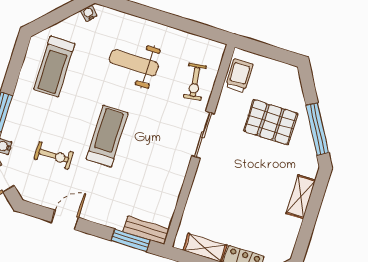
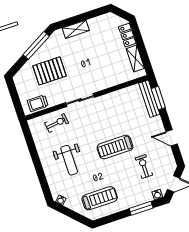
pallet: (271, 122) -> (50, 71), turned 90
bench: (146, 230) -> (149, 99), width x1.36

